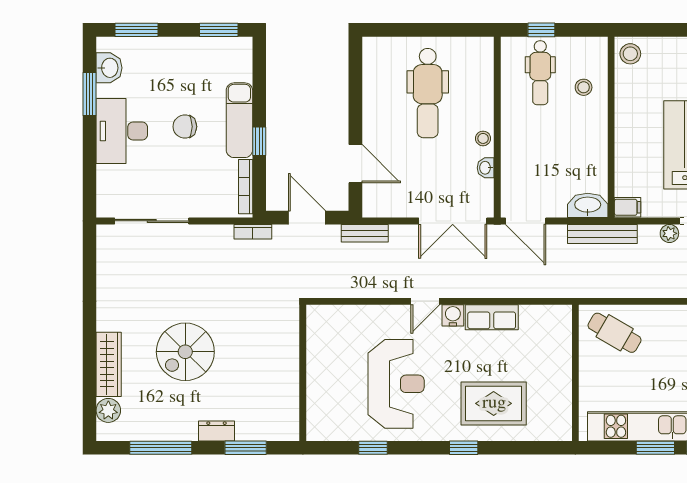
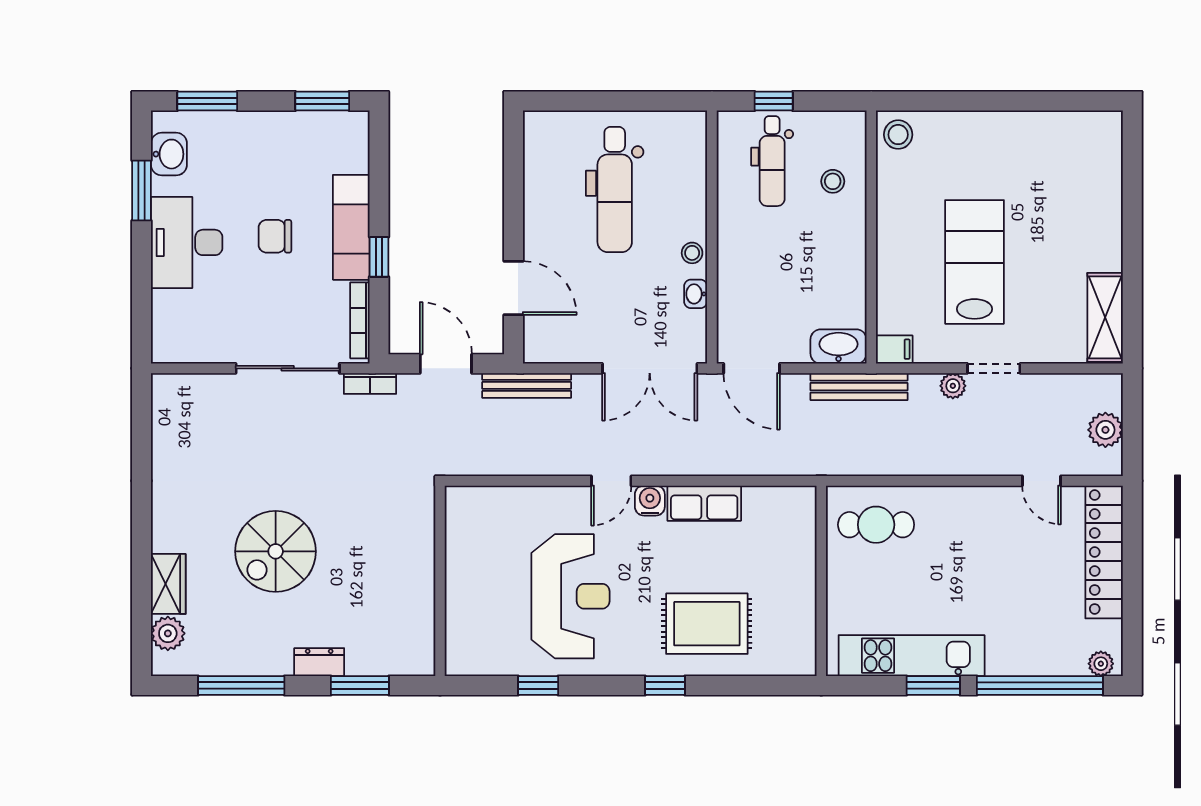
sliding door: (152, 221) -> (288, 368), moved
bench: (365, 233) -> (527, 385), width x1.36
cafe table: (615, 333) -> (876, 525), turned -30
wardrobe: (109, 364) -> (168, 584), width x0.67

